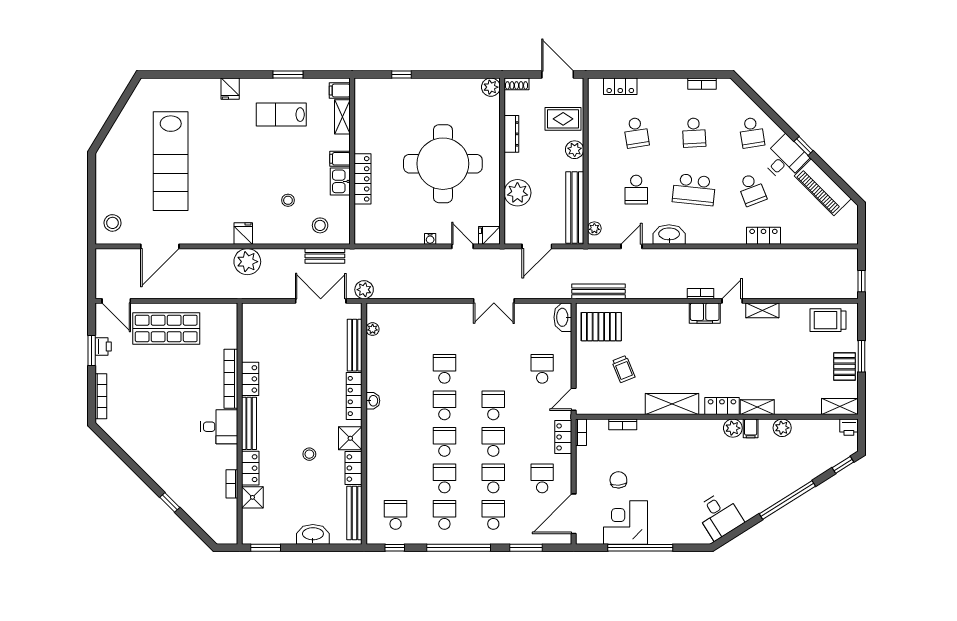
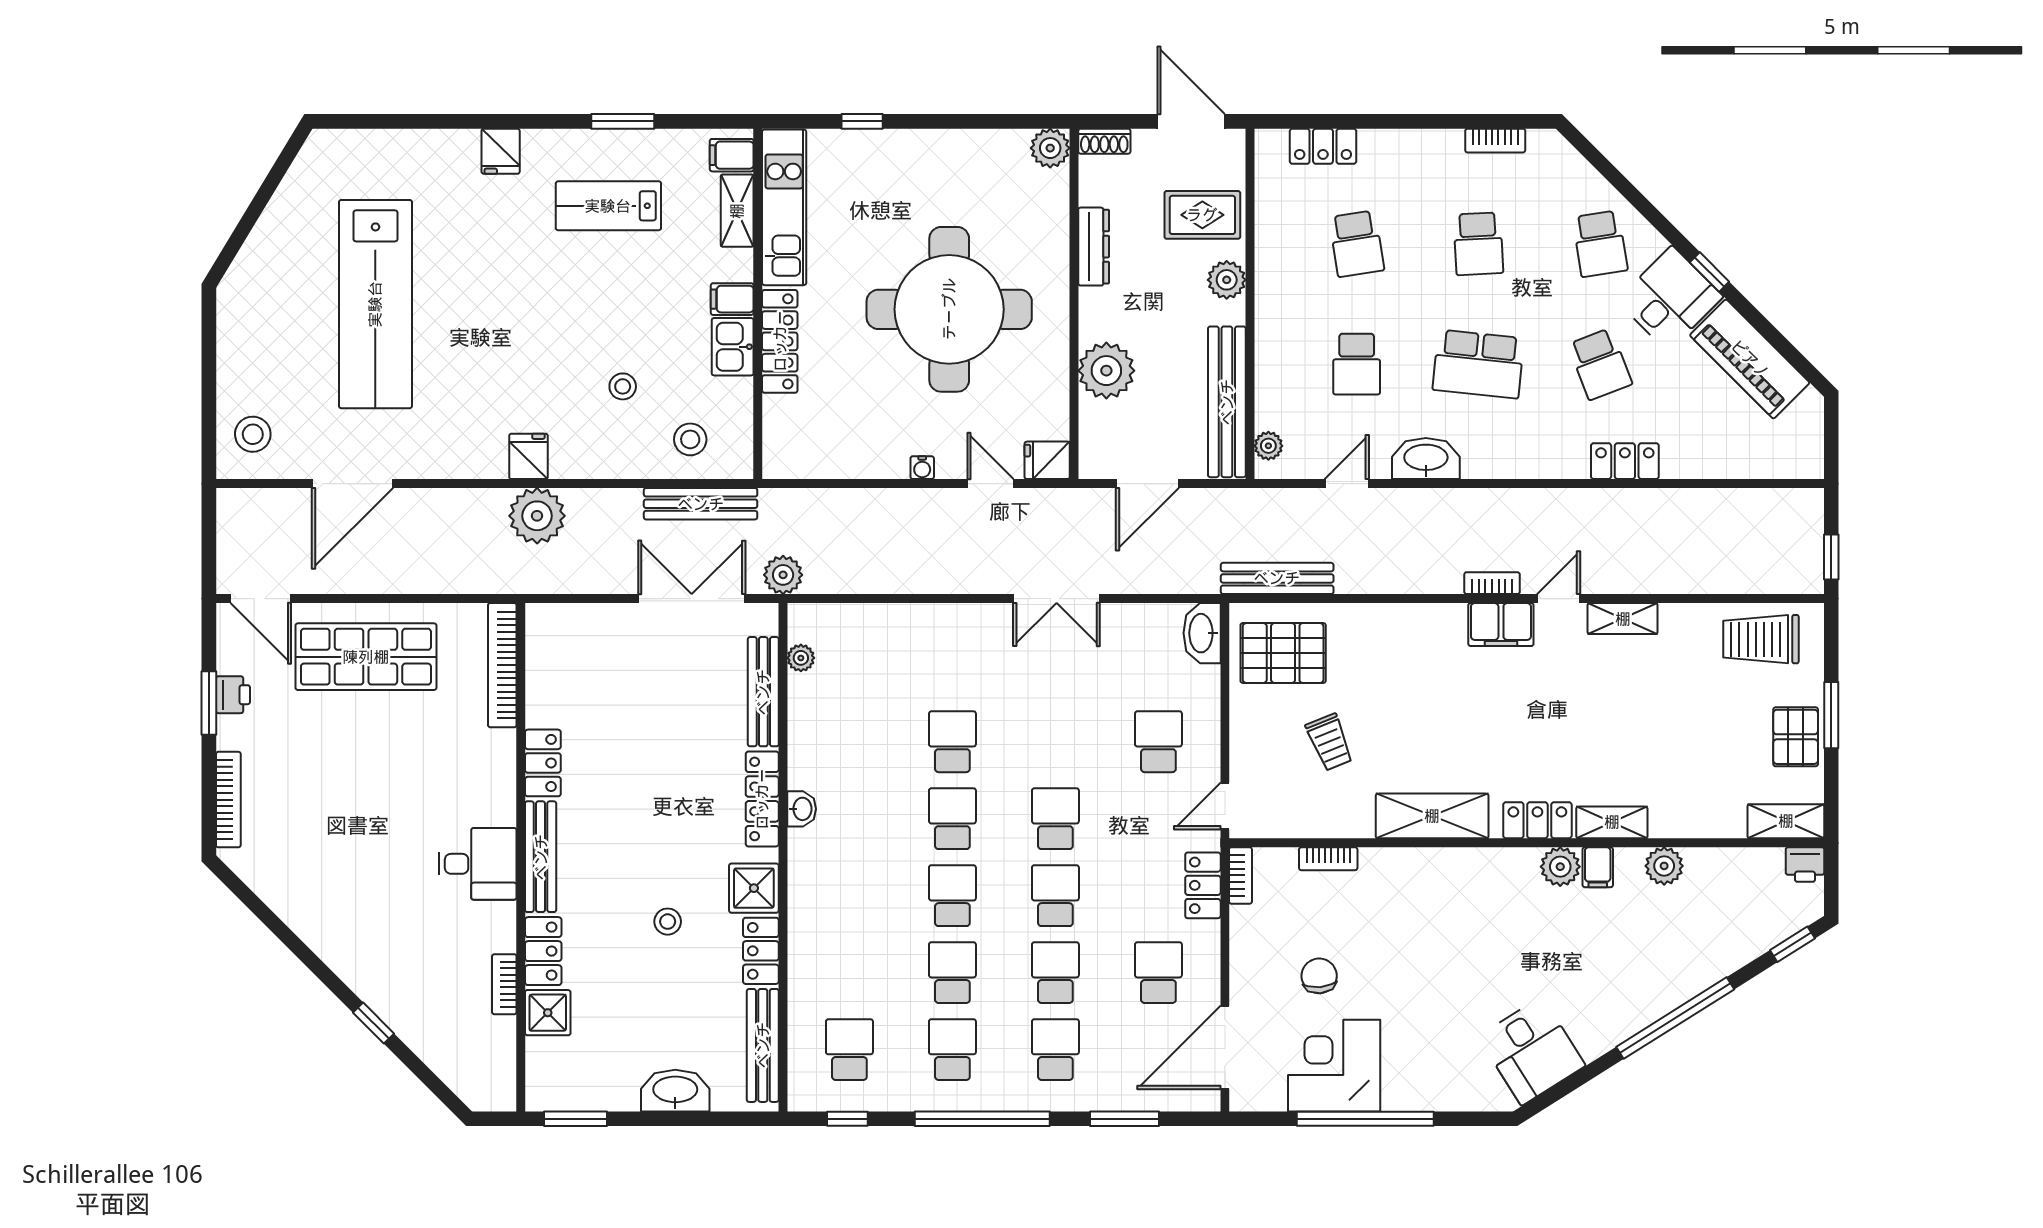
kitchen unit: (365, 115) -> (784, 207), added
bench: (325, 256) -> (701, 504), width x1.36
bookcase: (231, 379) -> (502, 665), moved

